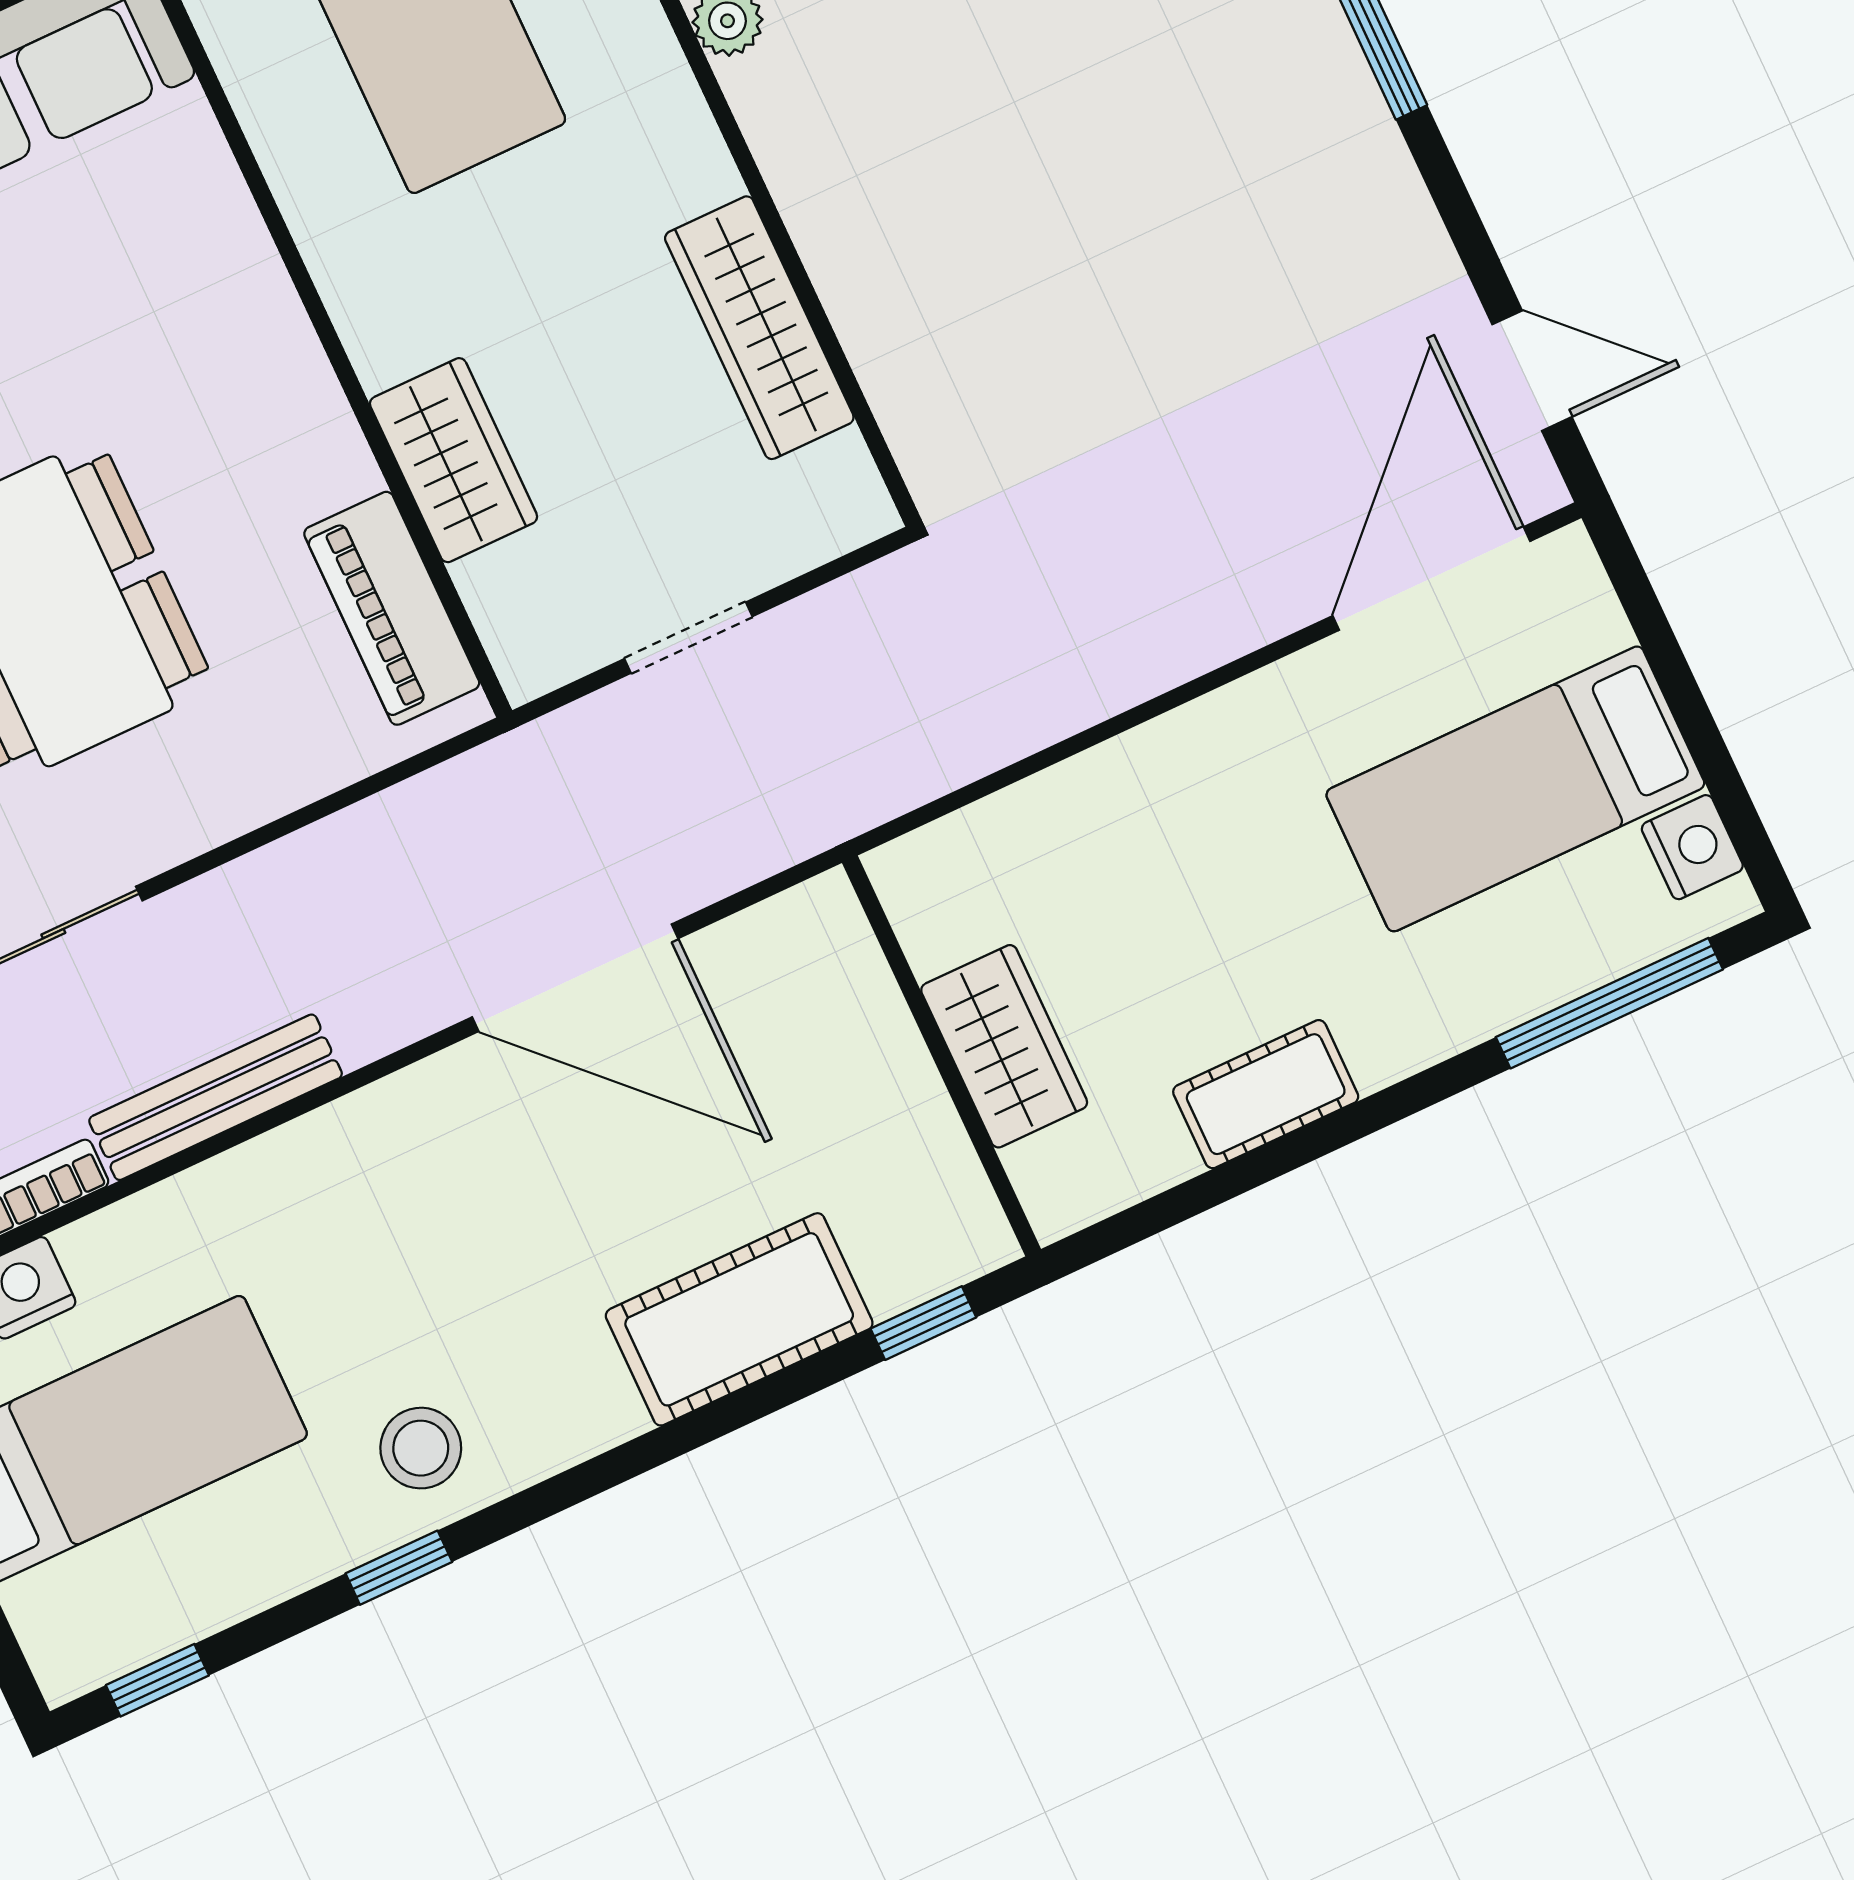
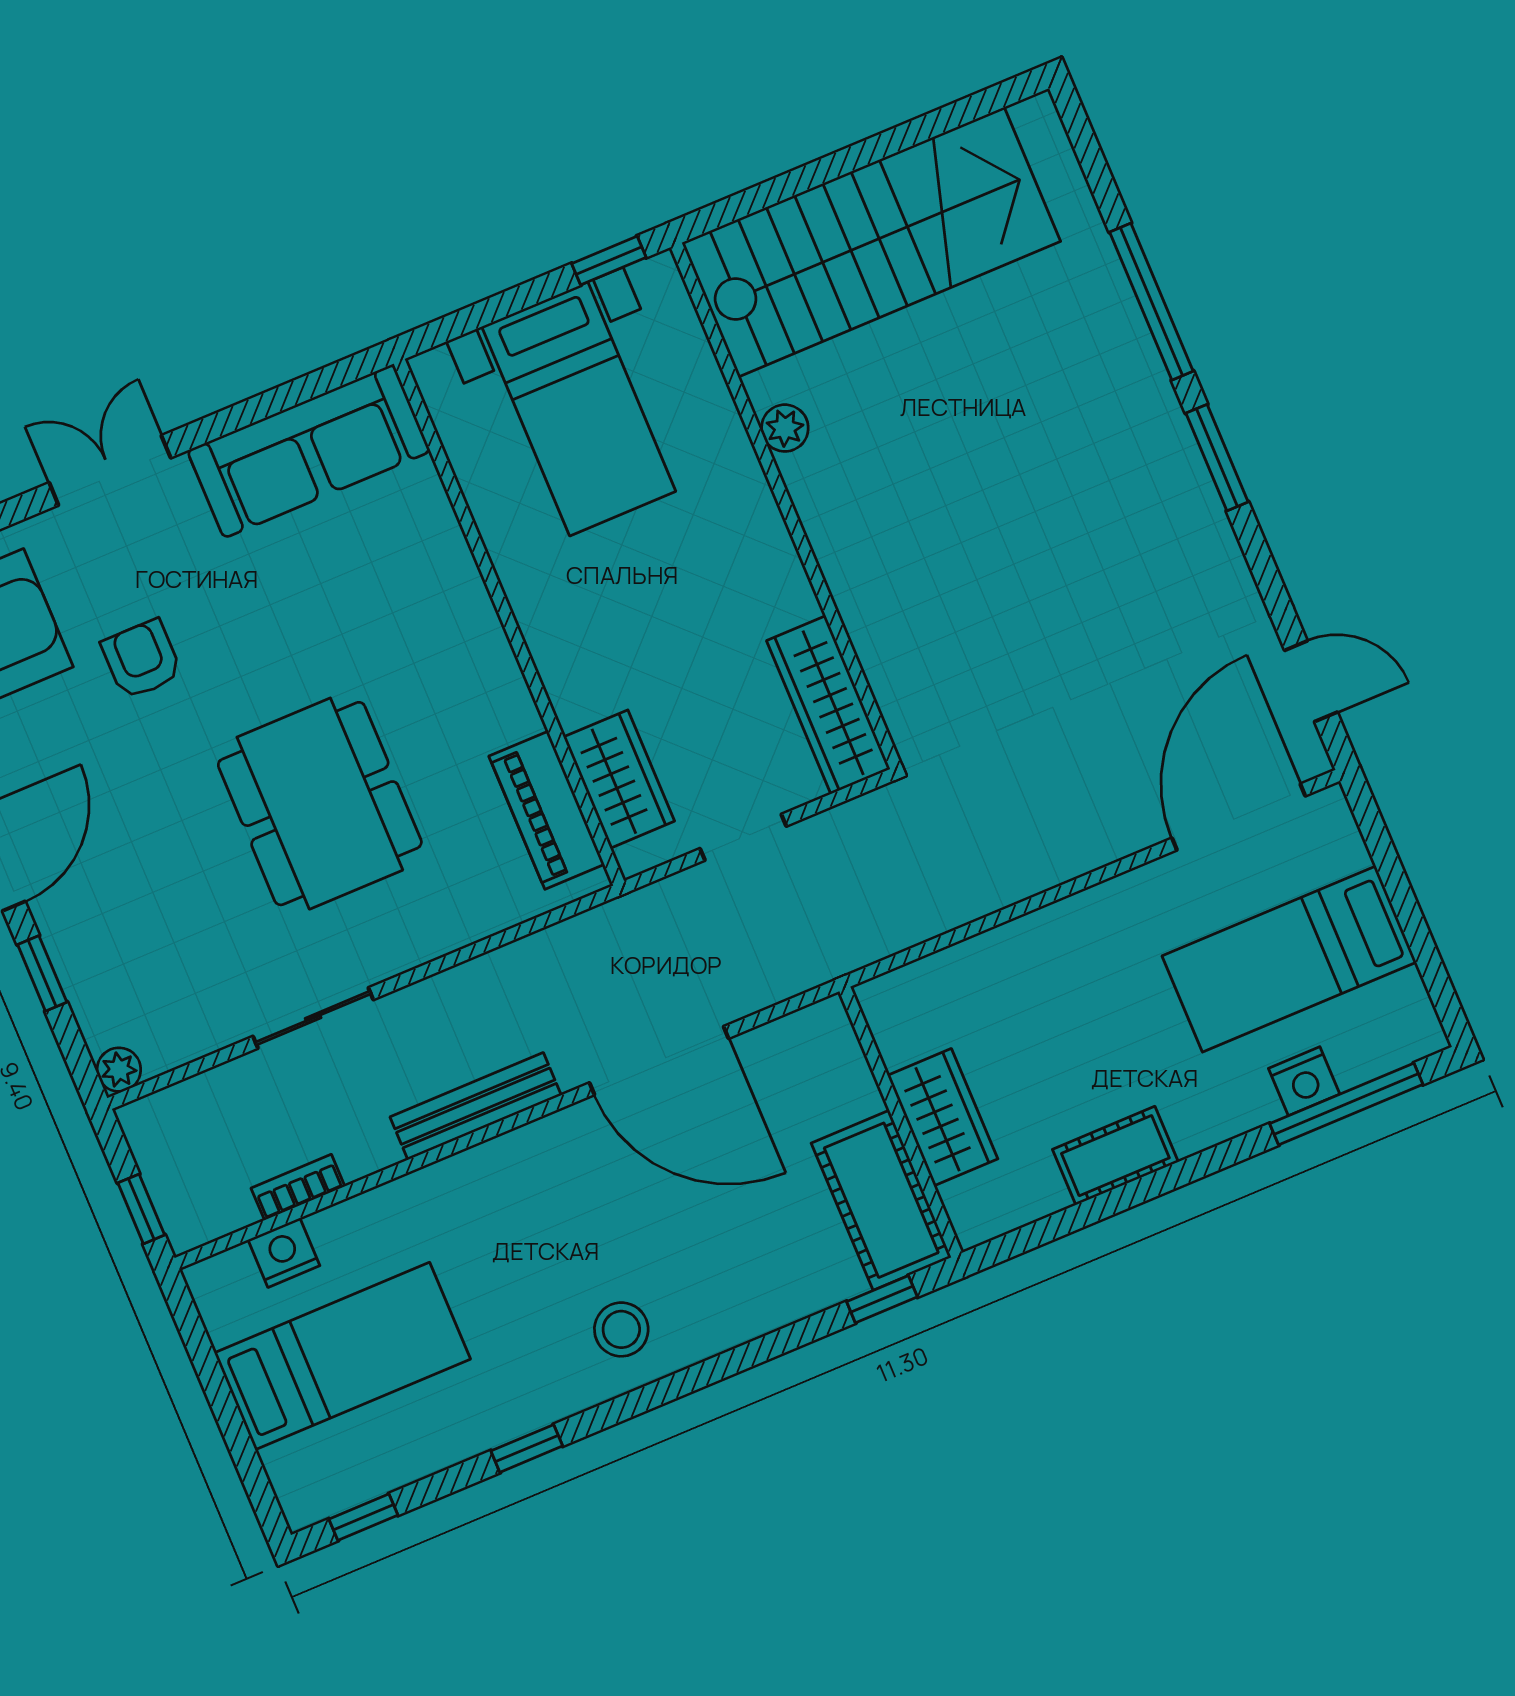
wardrobe: (759, 328) -> (828, 705), moved
wardrobe: (453, 460) -> (619, 779), moved
nightstand: (1692, 847) -> (1304, 1081), moved, turned 90
bench: (216, 1097) -> (476, 1106), moved
cot: (739, 1319) -> (881, 1200), moved, turned 90
stool: (421, 1448) -> (621, 1329), moved

